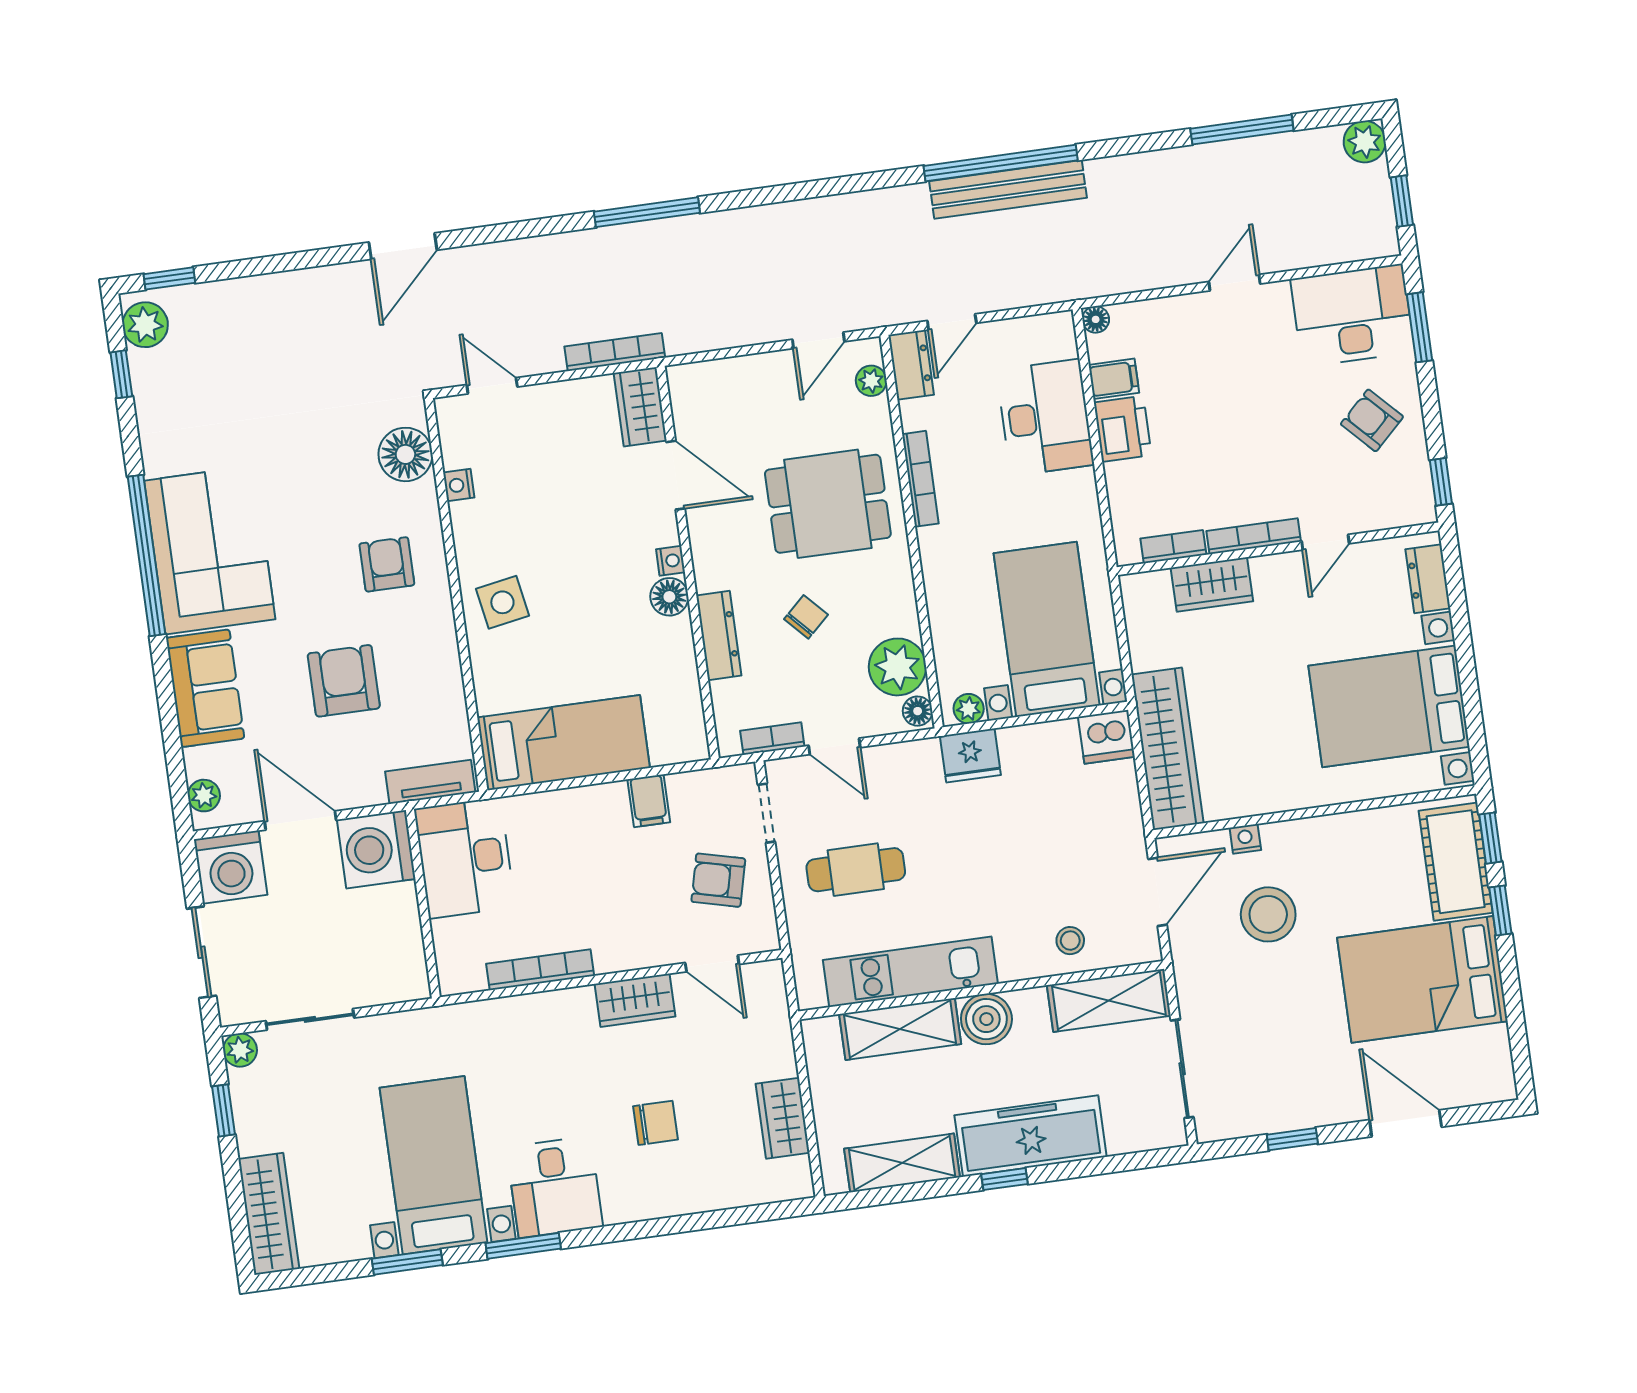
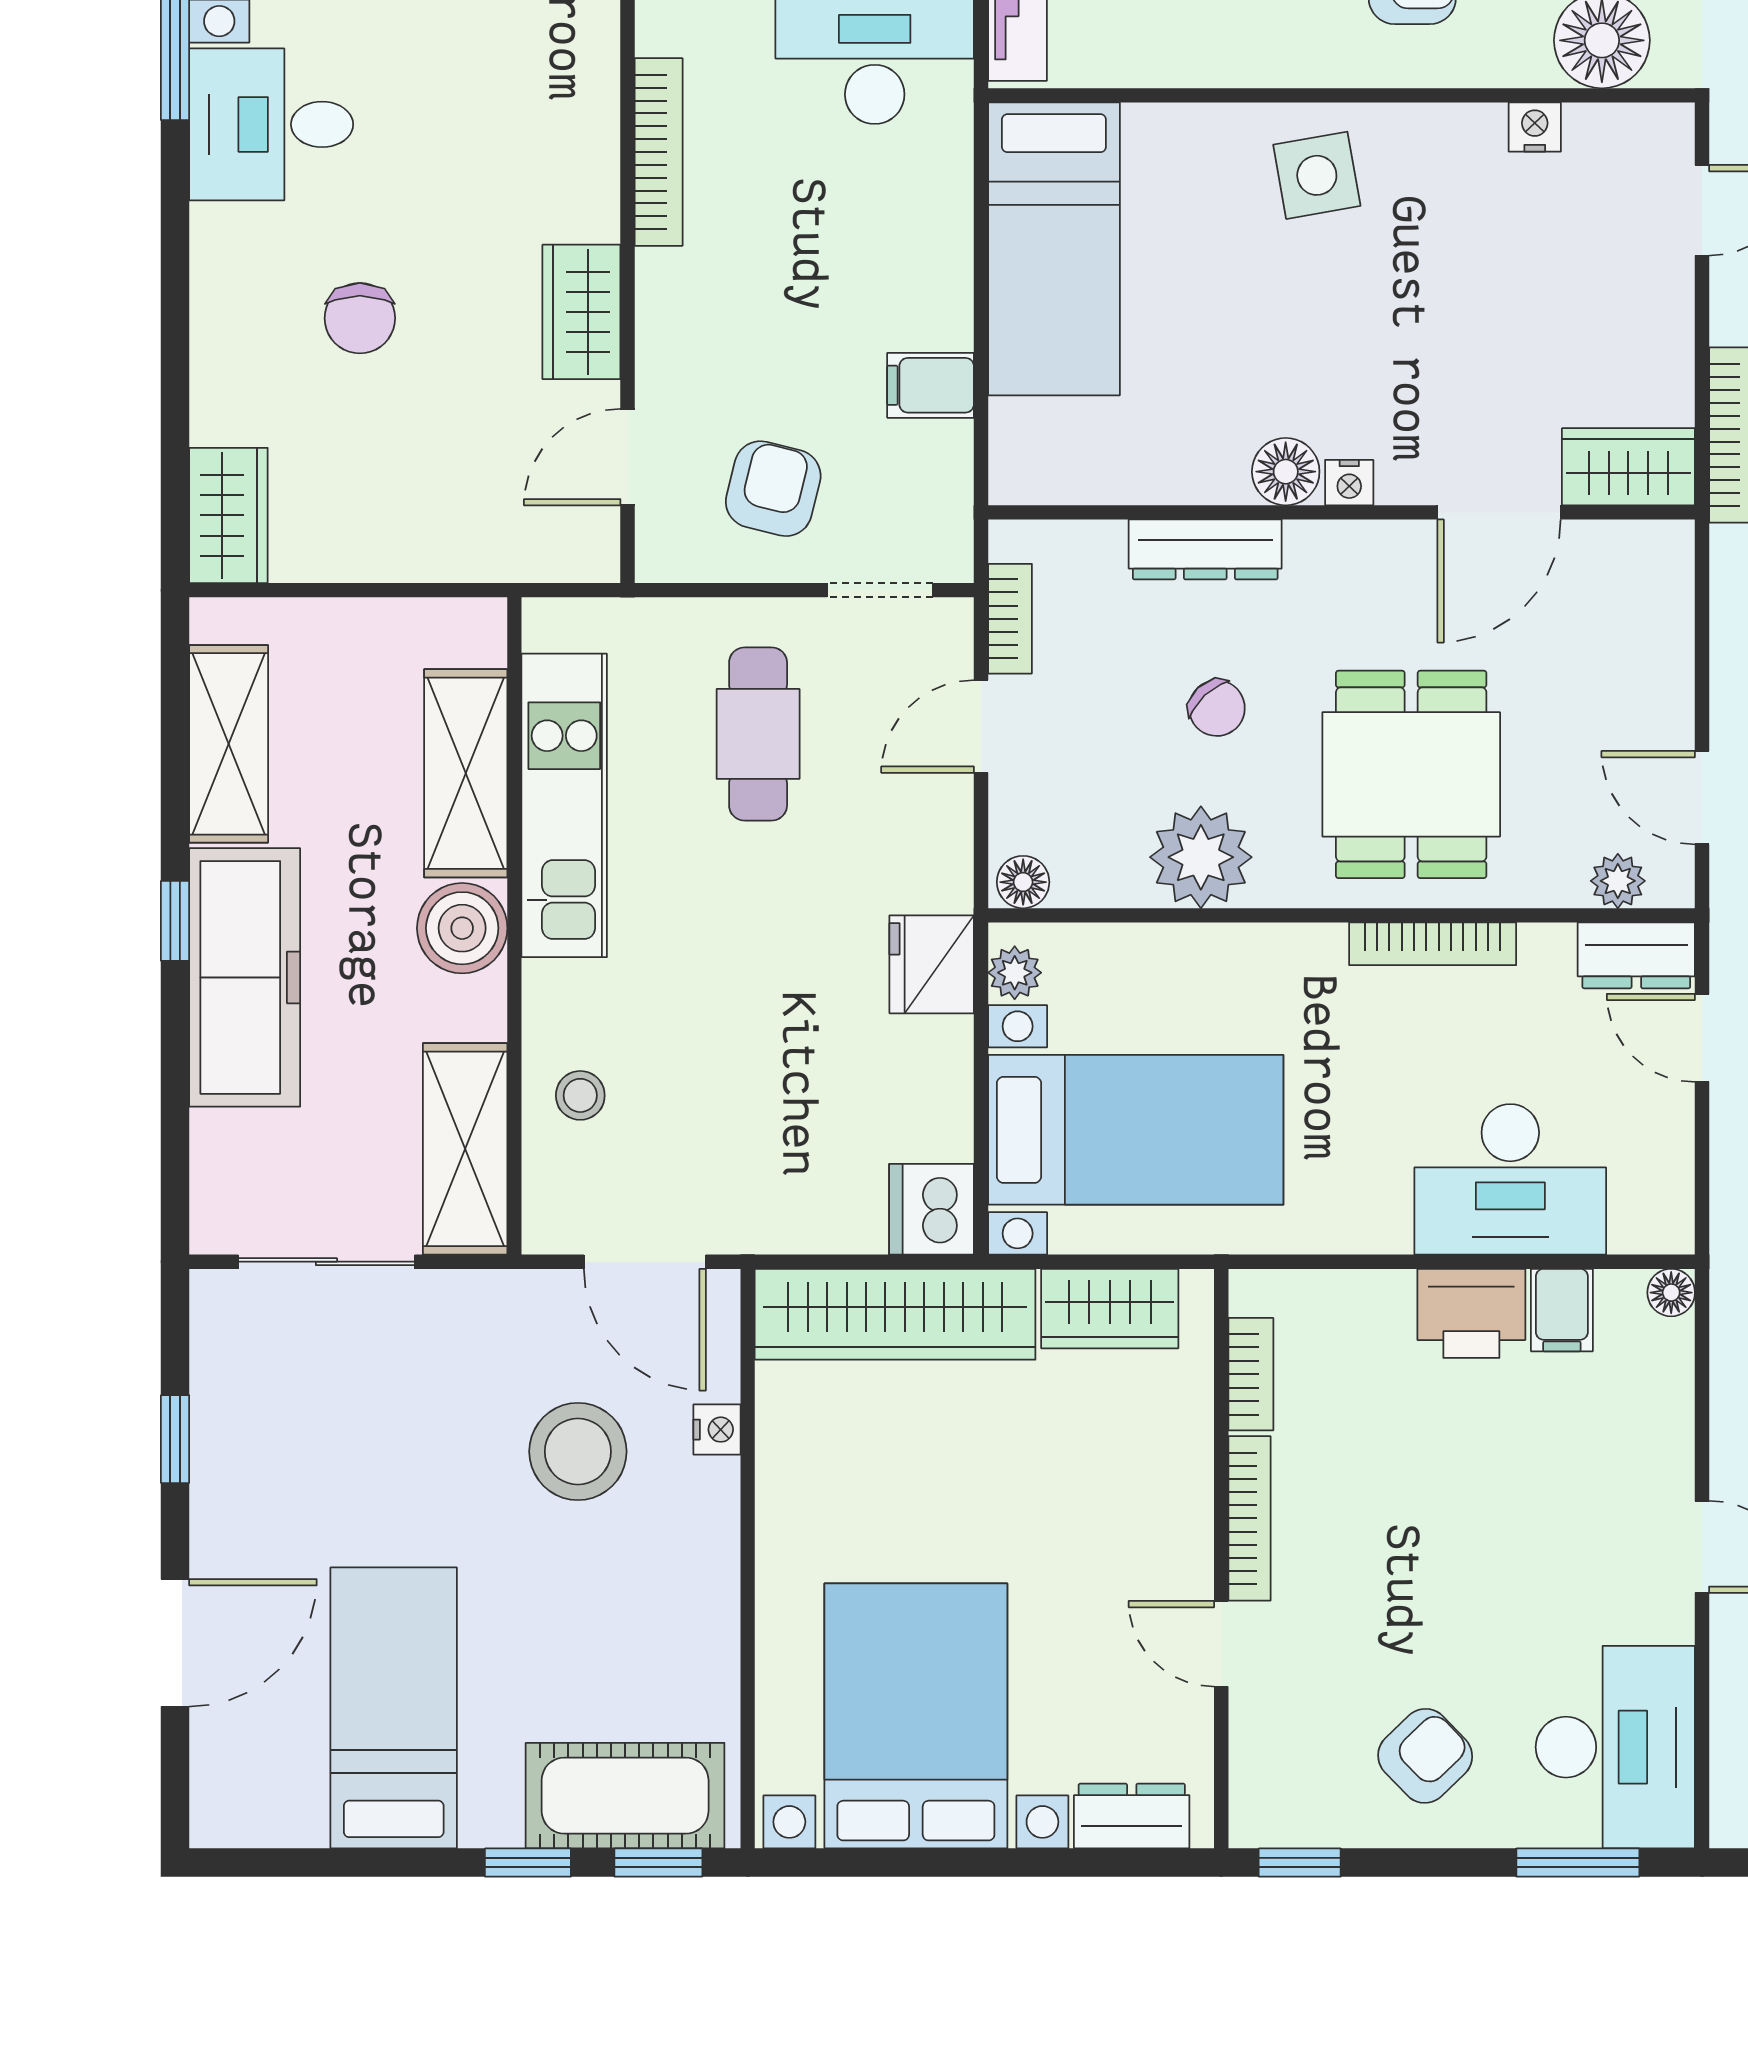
wardrobe: (1212, 585) -> (1110, 1309), moved, turned -90
plant: (897, 667) -> (1201, 857), moved
bed: (1422, 979) -> (394, 1708), width x0.67
wardrobe: (783, 1118) -> (228, 515), moved, turned 90

